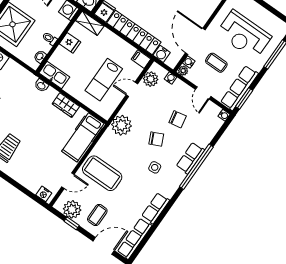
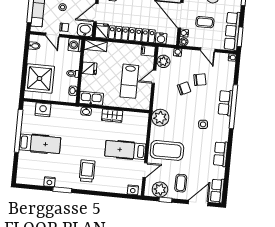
plant: (121, 125) -> (160, 118), moved
hospital bed: (83, 137) -> (125, 150), moved, turned 90
chair: (156, 139) -> (184, 88), moved
row of seats: (135, 239) -> (217, 191), width x0.68

